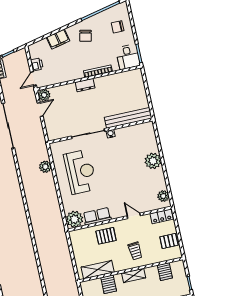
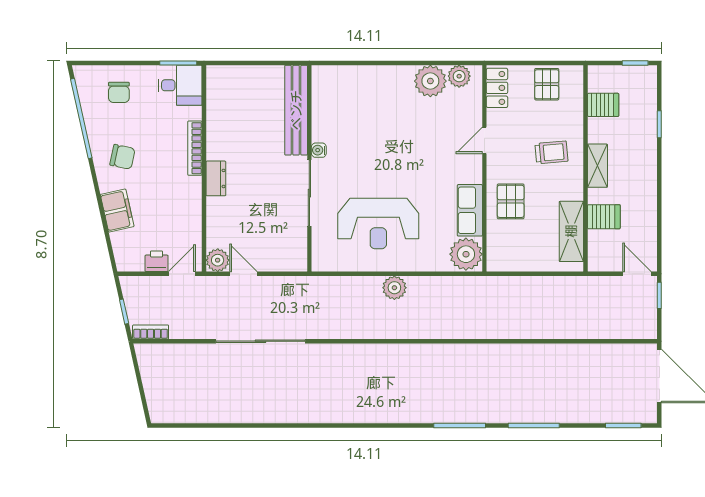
door: (33, 79) -> (182, 274), swing flipped
plant: (153, 161) -> (430, 81), moved
plant: (45, 167) -> (394, 288), moved
reception desk: (80, 172) -> (378, 224), turned 180

